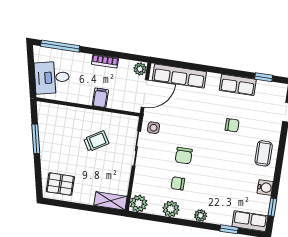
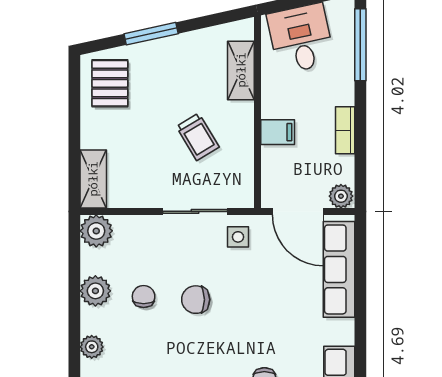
shelving: (64, 112) -> (241, 70), added
window: (36, 139) -> (151, 34), moved

